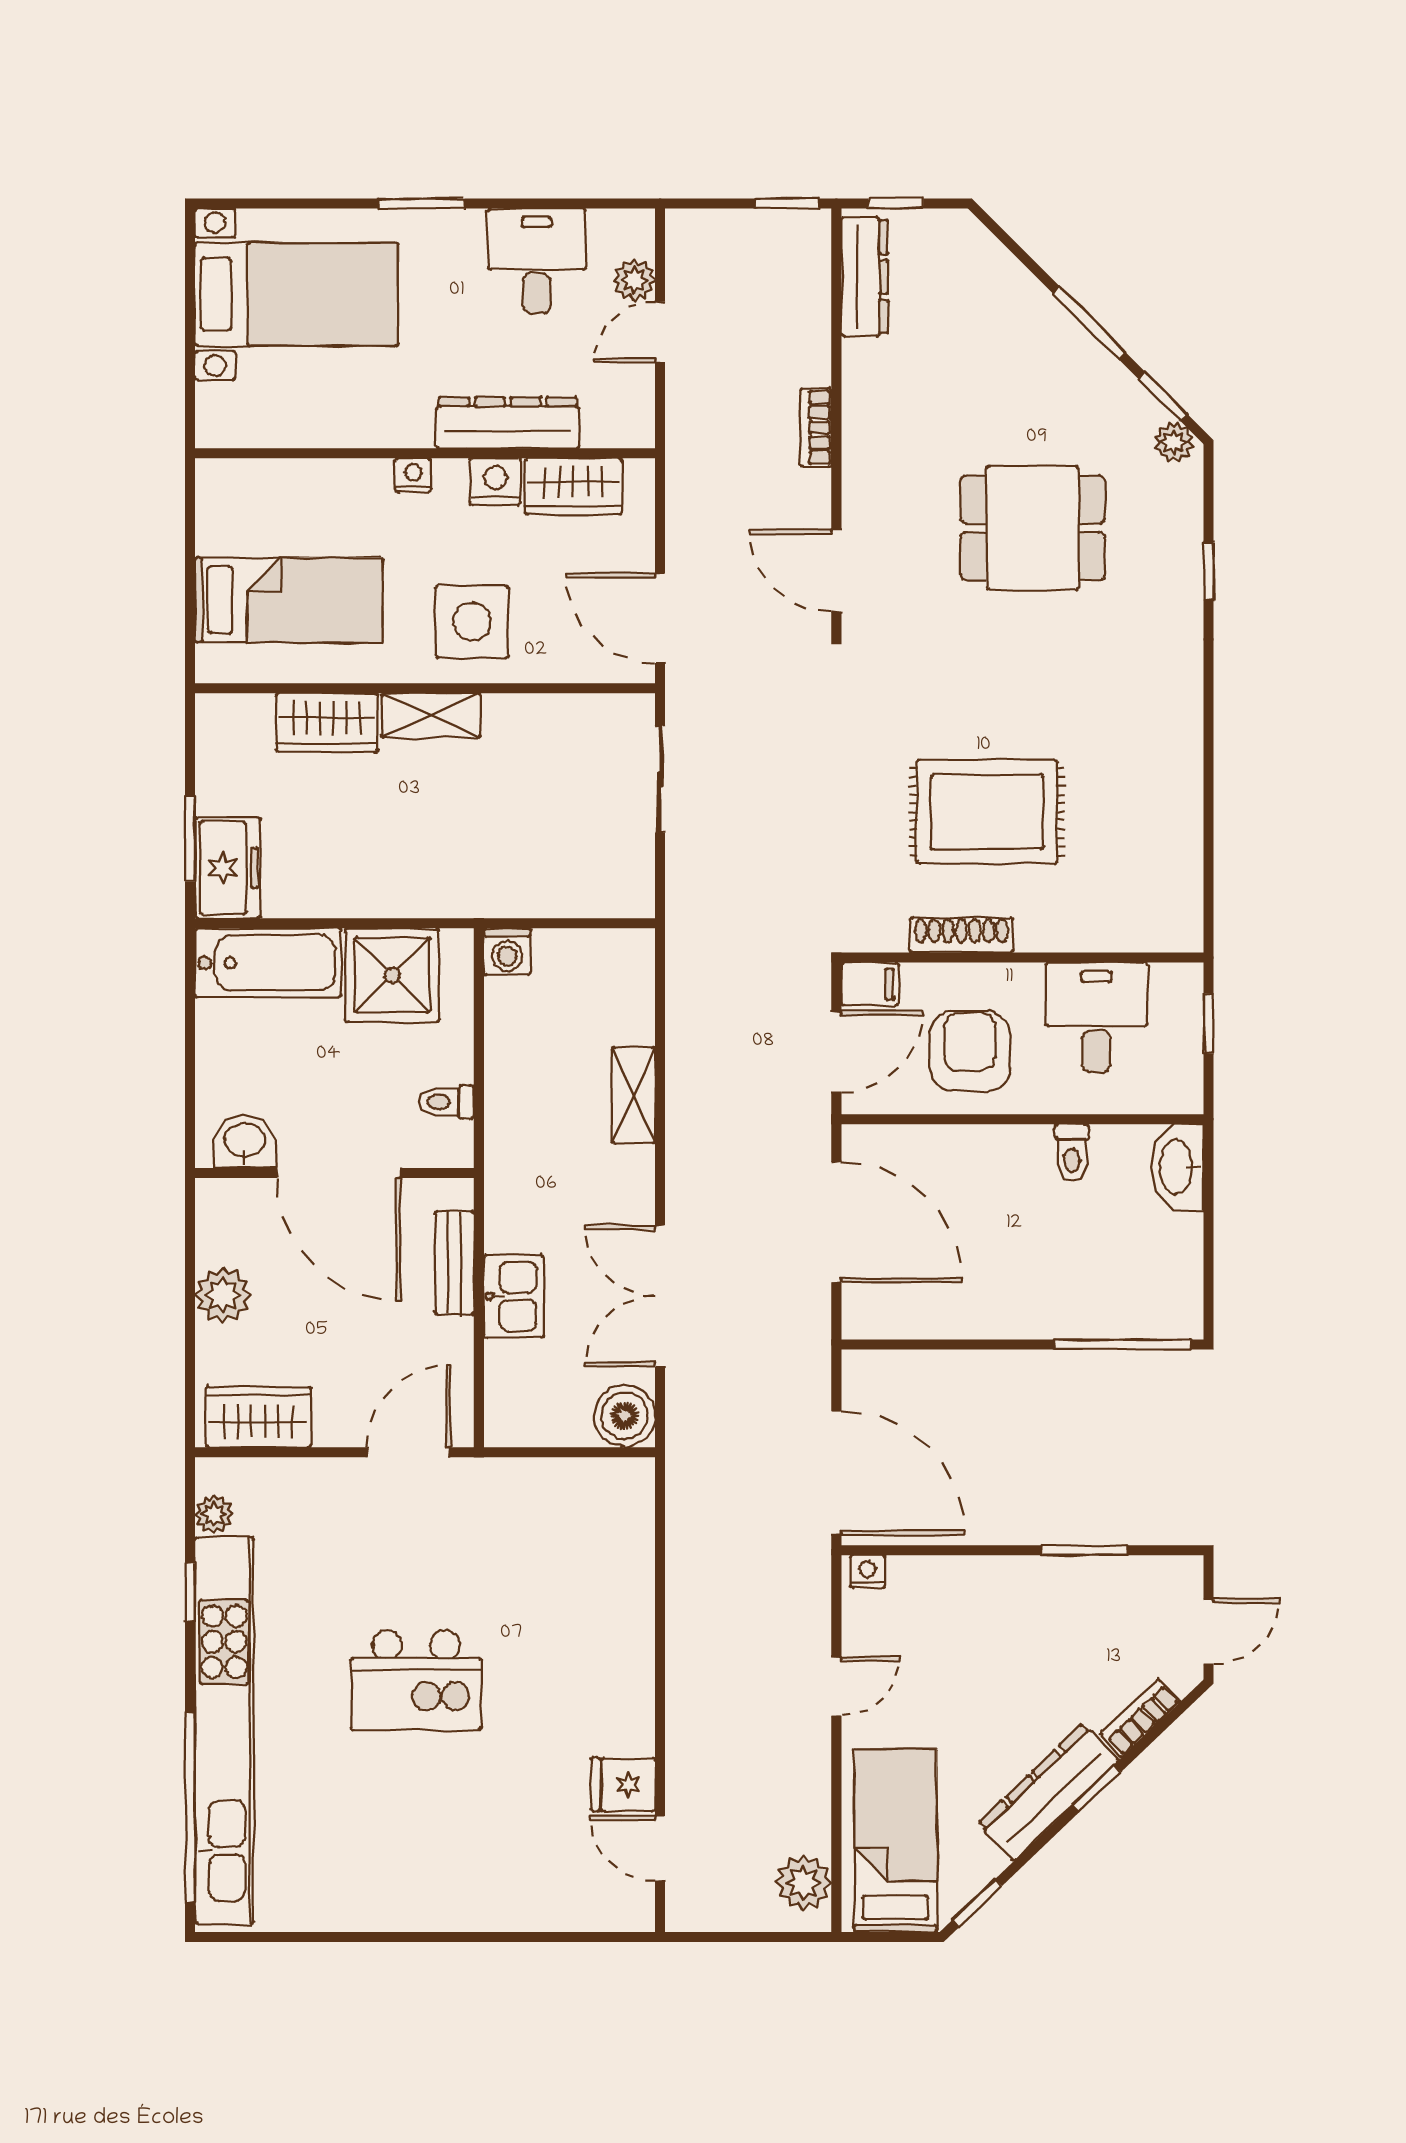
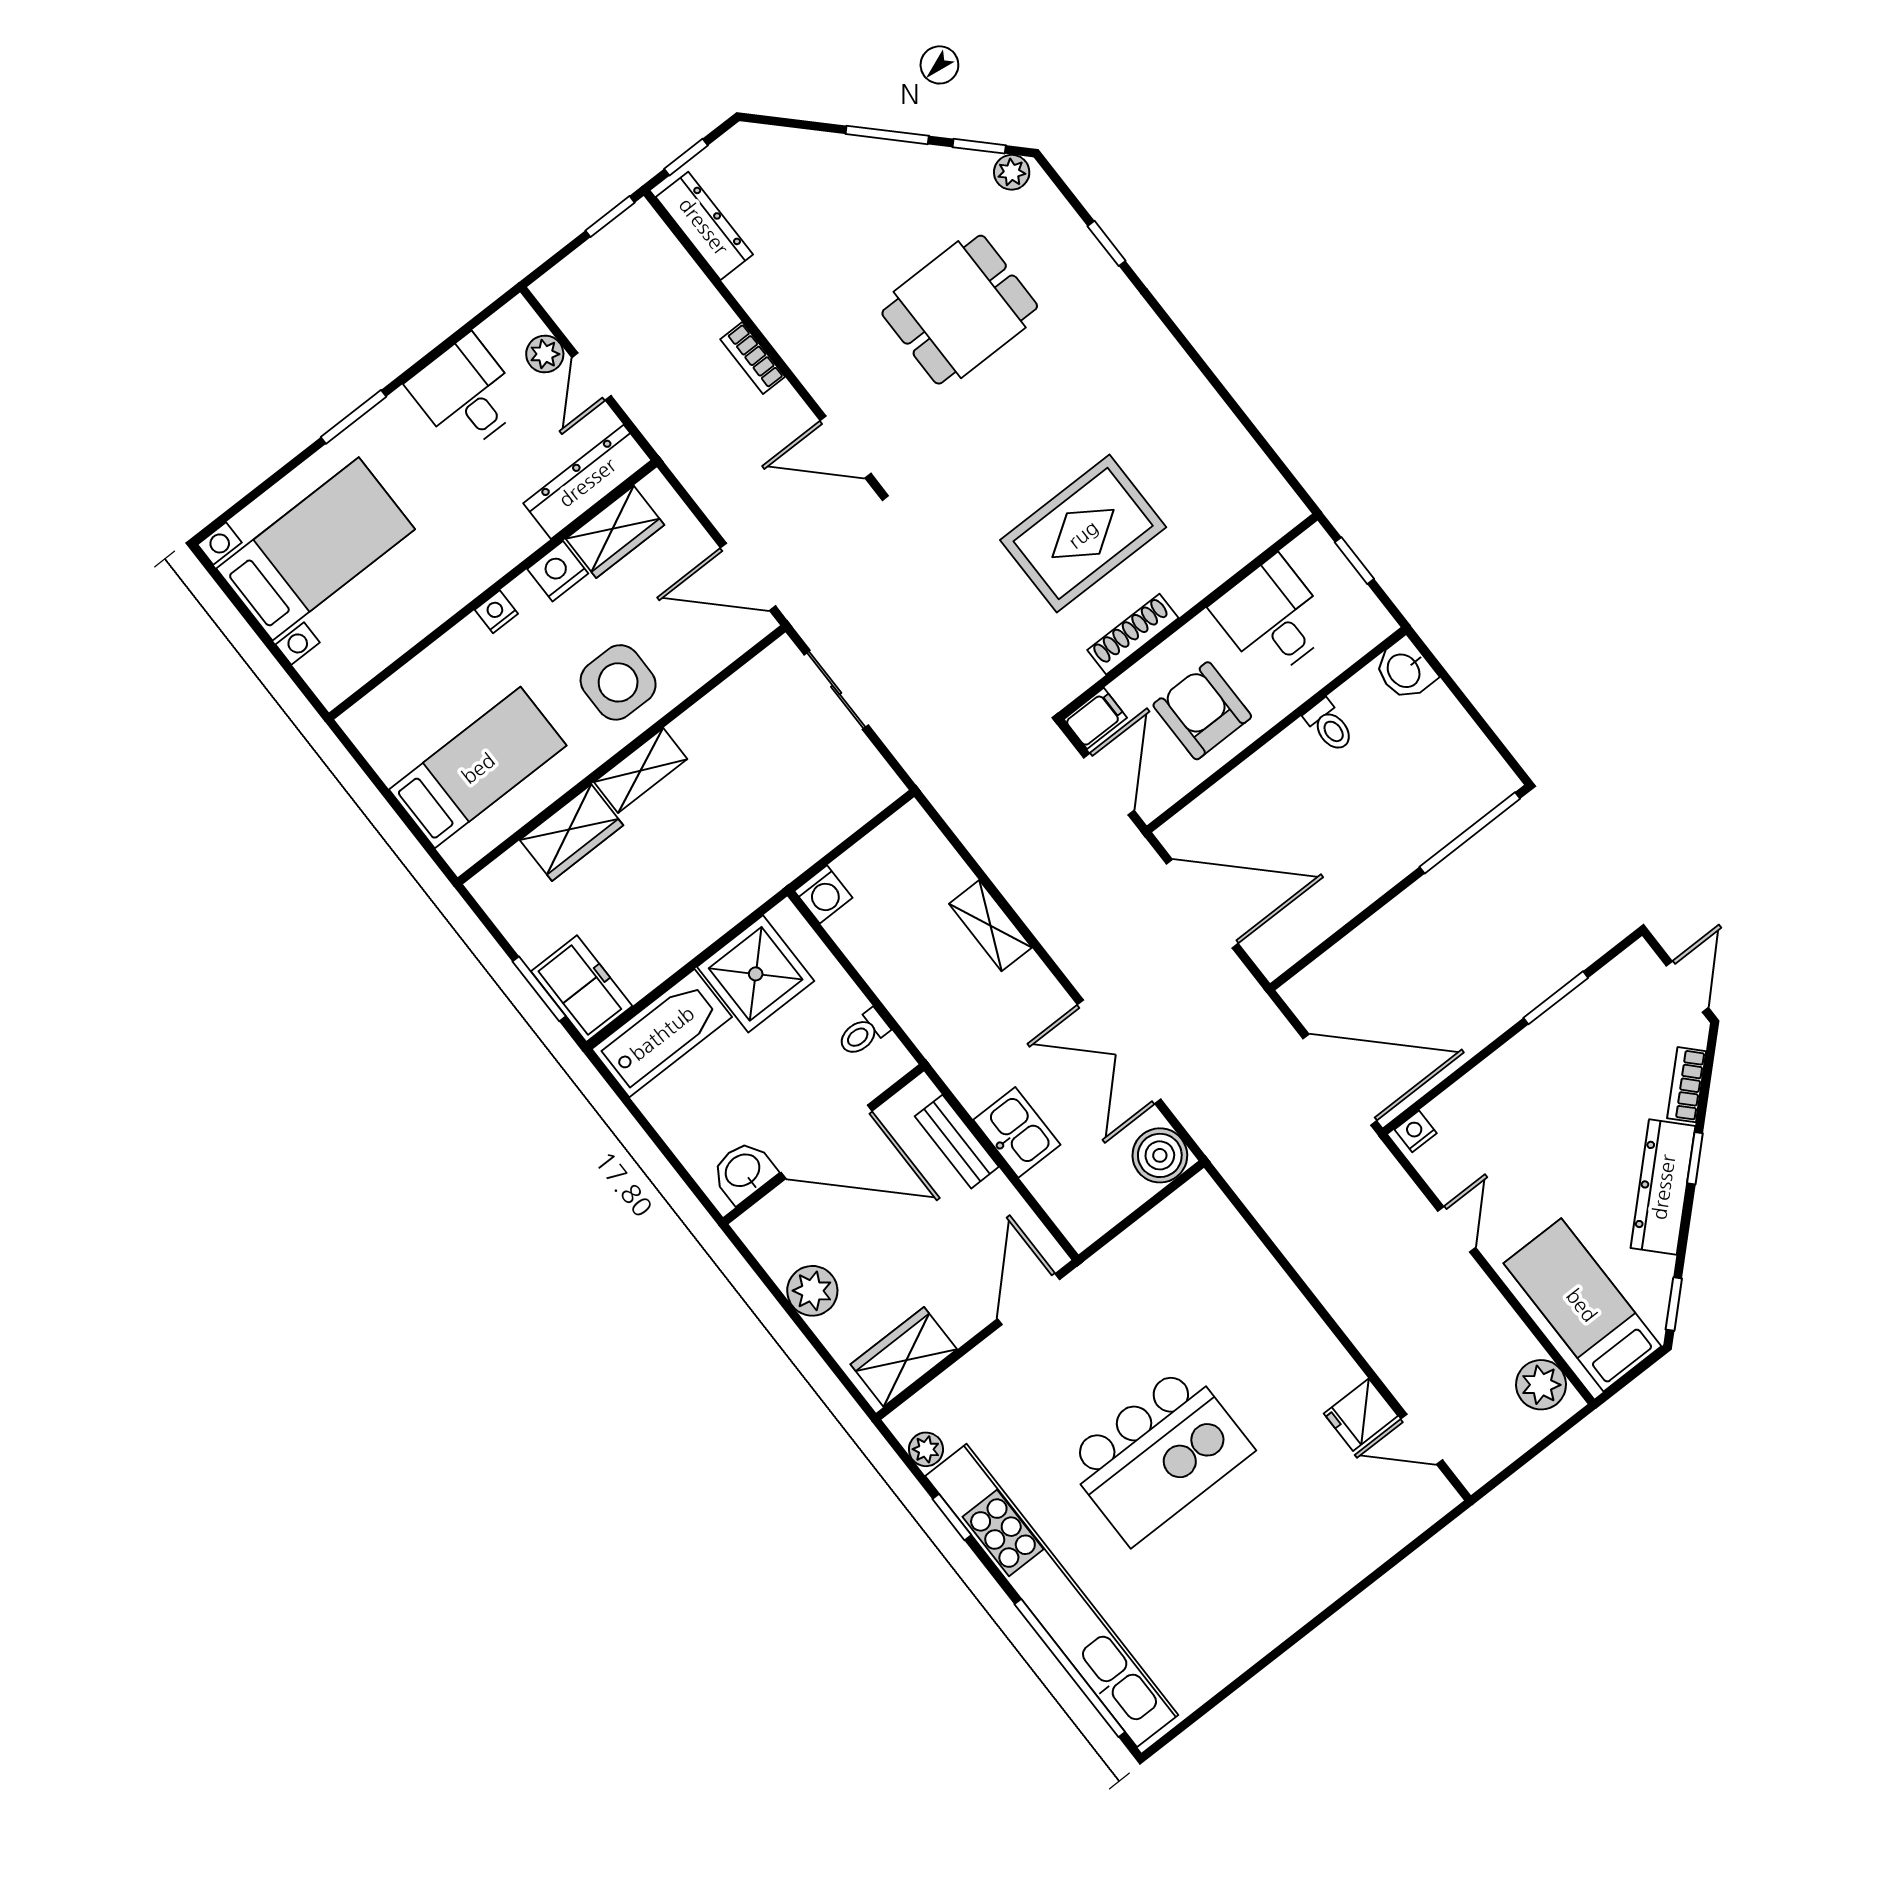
dresser: (508, 423) -> (587, 482), moved
washbasin: (1177, 1167) -> (1405, 670), width x0.72
kitchen island: (416, 1680) -> (1159, 1455), width x1.37, depth x1.28

